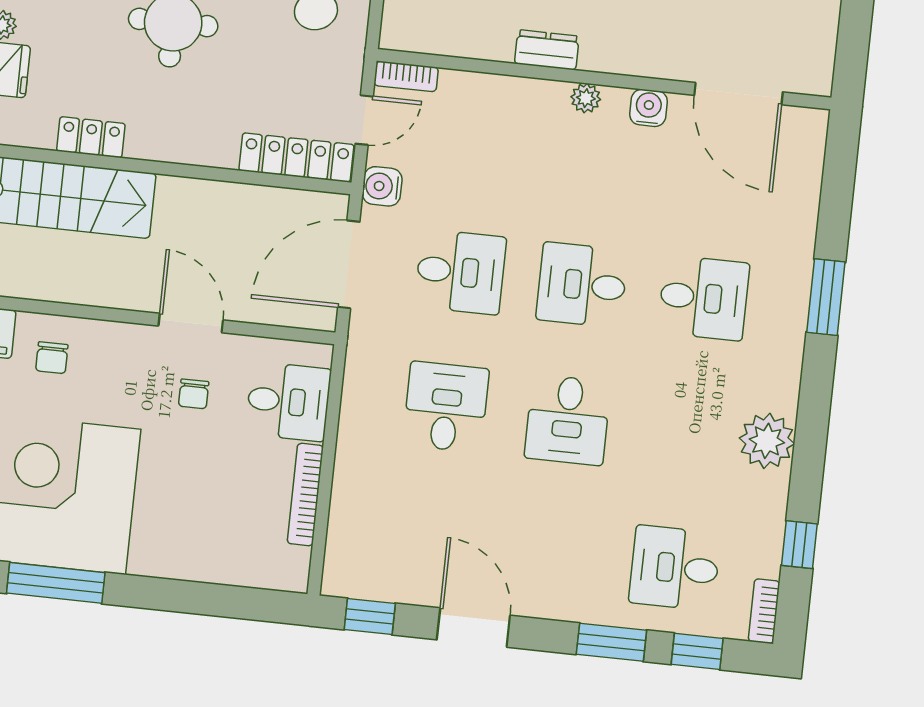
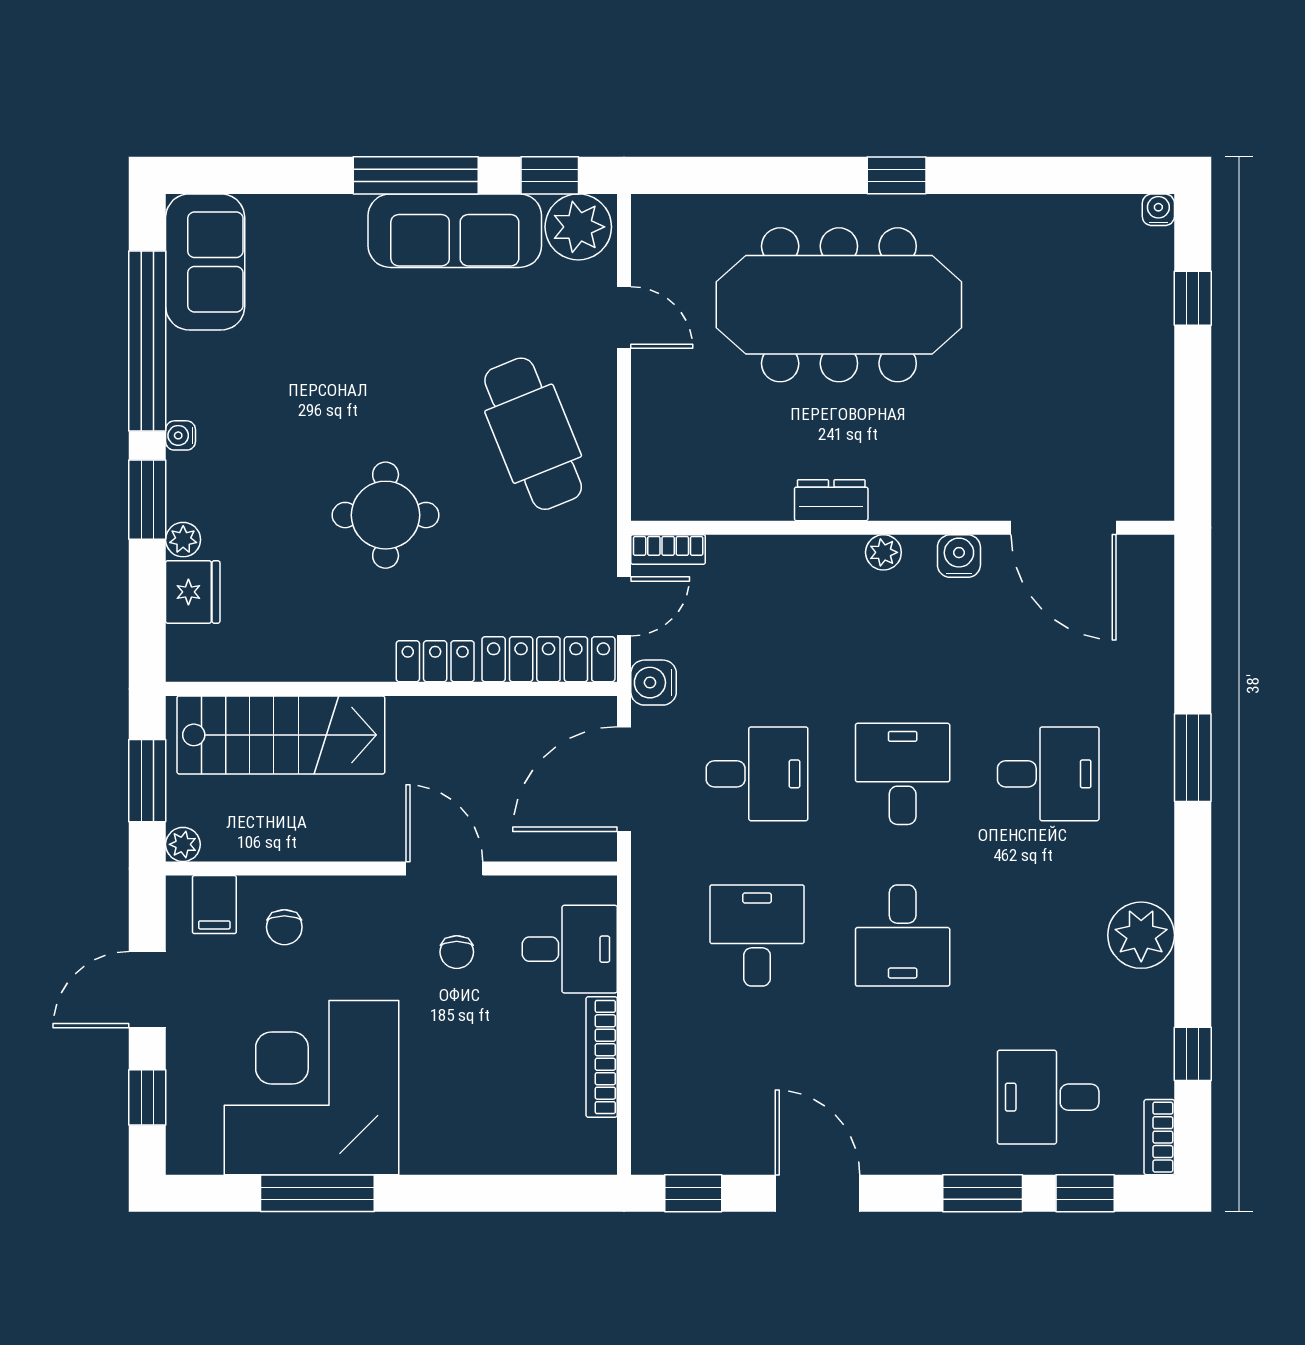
locker: (91, 137) -> (435, 661), moved
desk: (582, 285) -> (903, 774), turned 90

